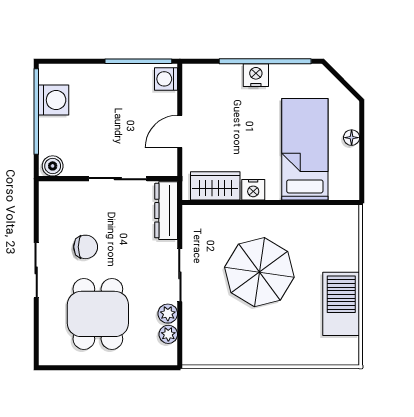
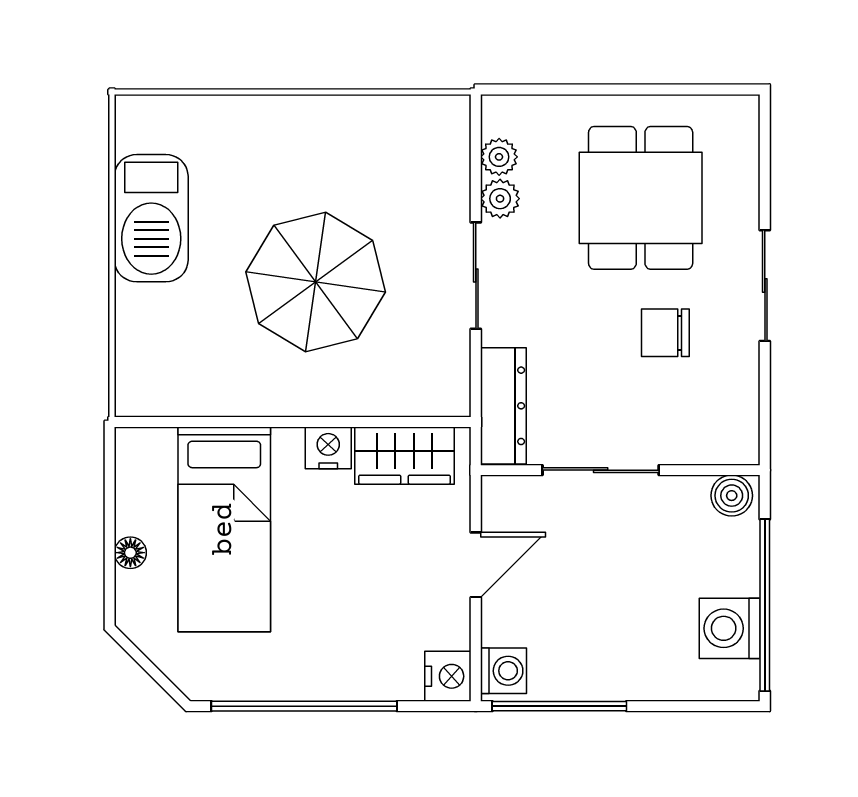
nightstand: (256, 75) -> (448, 676), moved, turned -90

